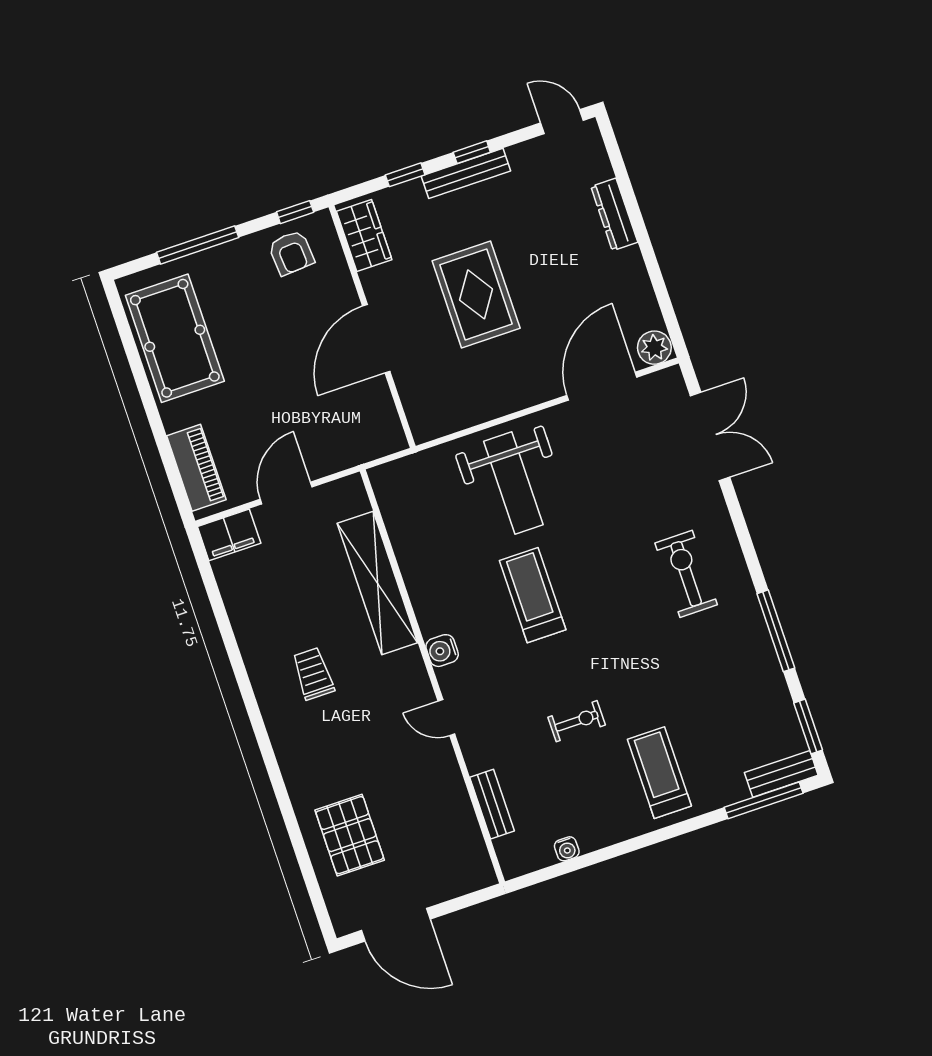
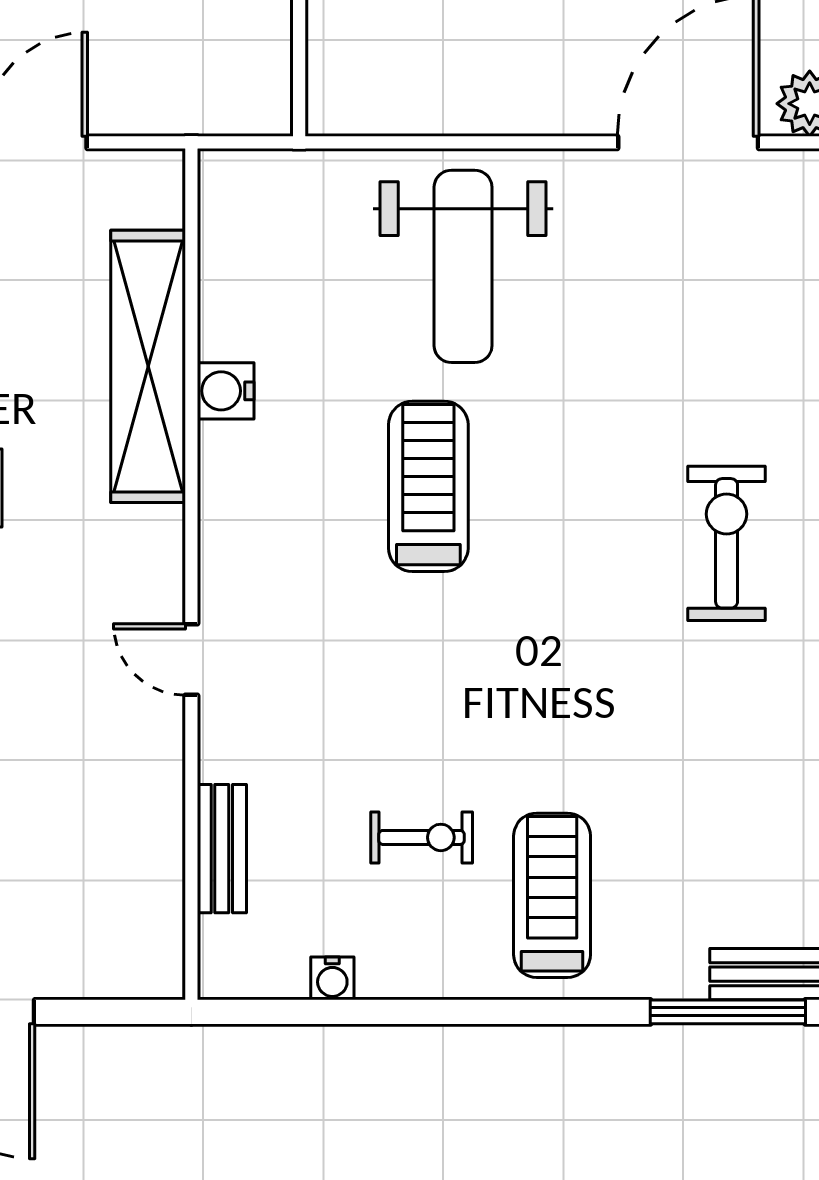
water cooler: (442, 651) -> (226, 391), moved
exercise bike: (577, 721) -> (422, 837), moved

